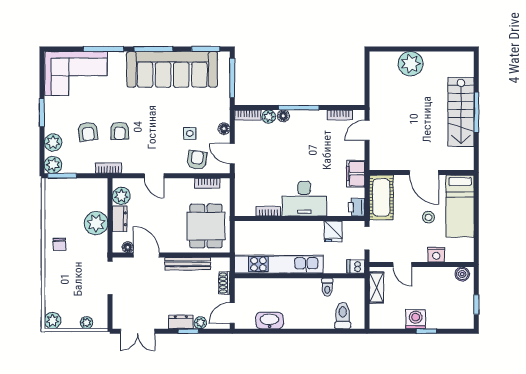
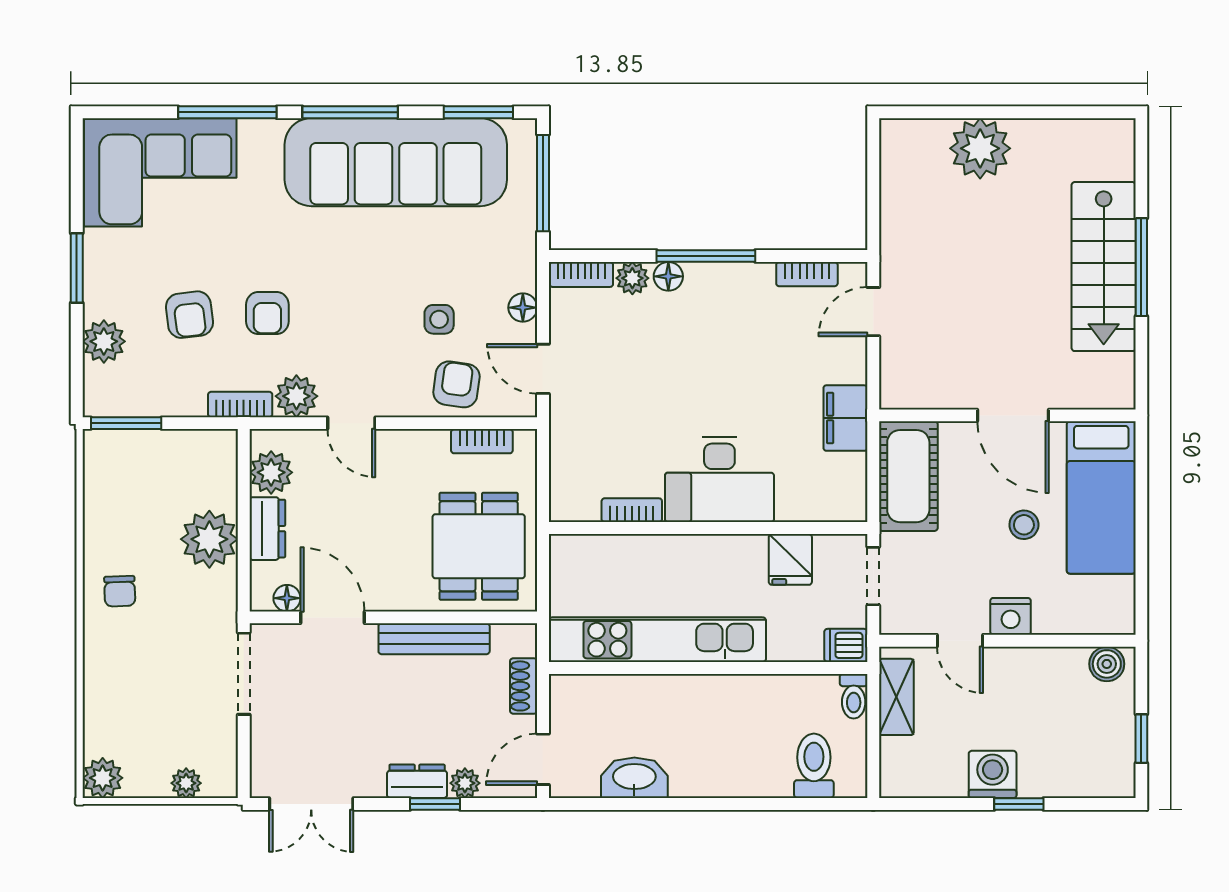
plant: (53, 165) -> (296, 396), moved
printer: (356, 207) -> (847, 500), removed
nightstand: (436, 255) -> (1011, 616), moved
toilet: (327, 287) -> (854, 696), moved

